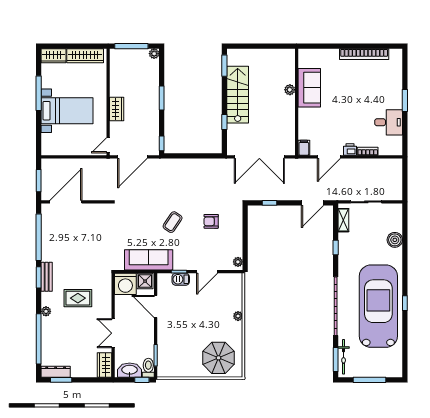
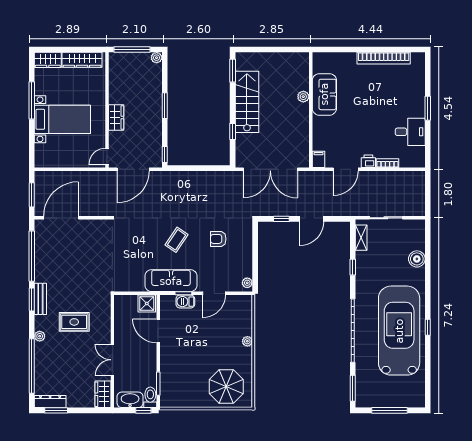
door: (313, 203) -> (312, 219), moved
sofa: (149, 260) -> (171, 281), moved
washing machine: (125, 284) -> (126, 306), removed
bicycle: (344, 357) -> (361, 385), removed

